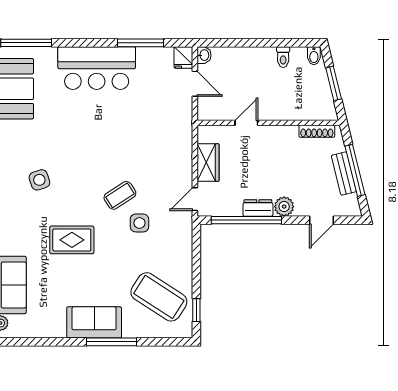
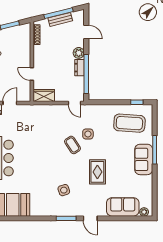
wardrobe: (208, 163) -> (44, 96), moved
coffee table: (159, 297) -> (129, 123), turned 61

